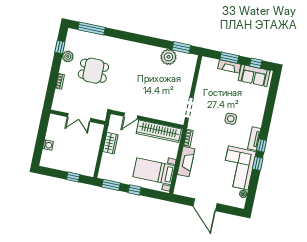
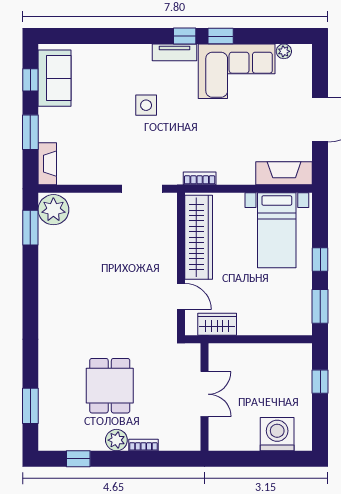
window: (92, 29) -> (30, 406), width x0.69
plant: (68, 56) -> (116, 440), moved
plant: (168, 57) -> (53, 210), moved
fireplace: (229, 66) -> (47, 164), moved
wardrobe: (110, 143) -> (217, 324), moved
washing machine: (48, 145) -> (277, 434), width x1.89, depth x1.89
fireplace: (186, 162) -> (284, 173), moved

